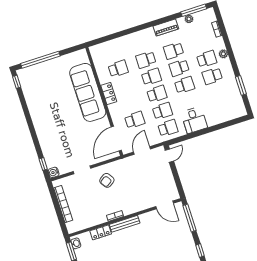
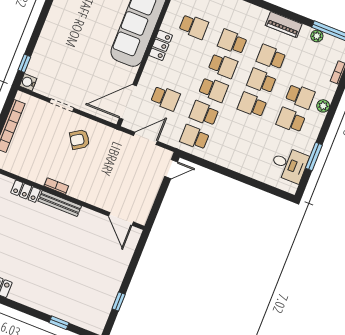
school desk: (185, 85) -> (252, 105), turned 180
school desk: (162, 111) -> (204, 113), turned 180
desk: (194, 120) -> (289, 165), moved, turned -90
school desk: (168, 128) -> (195, 137), turned 180
window: (190, 218) -> (137, 256), removed

